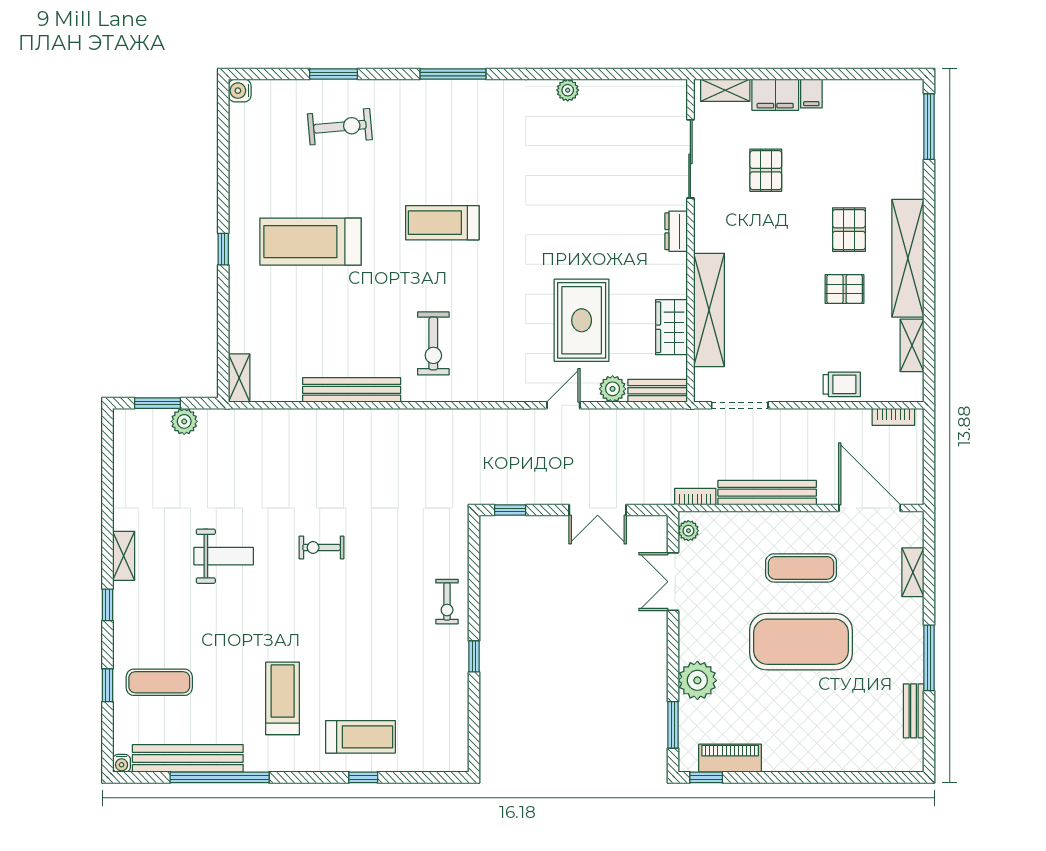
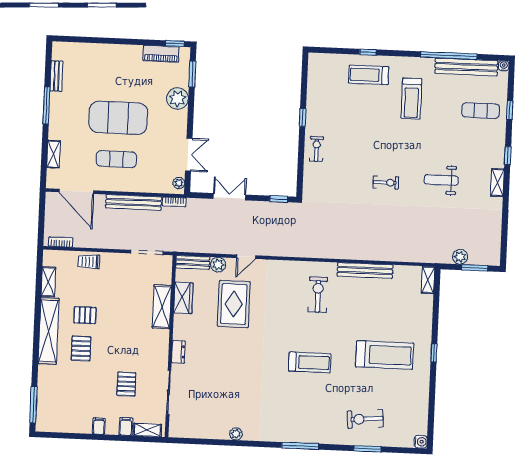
filing cabinet: (775, 95) -> (126, 427), width x0.50
shelving: (709, 310) -> (162, 307), width x0.68

